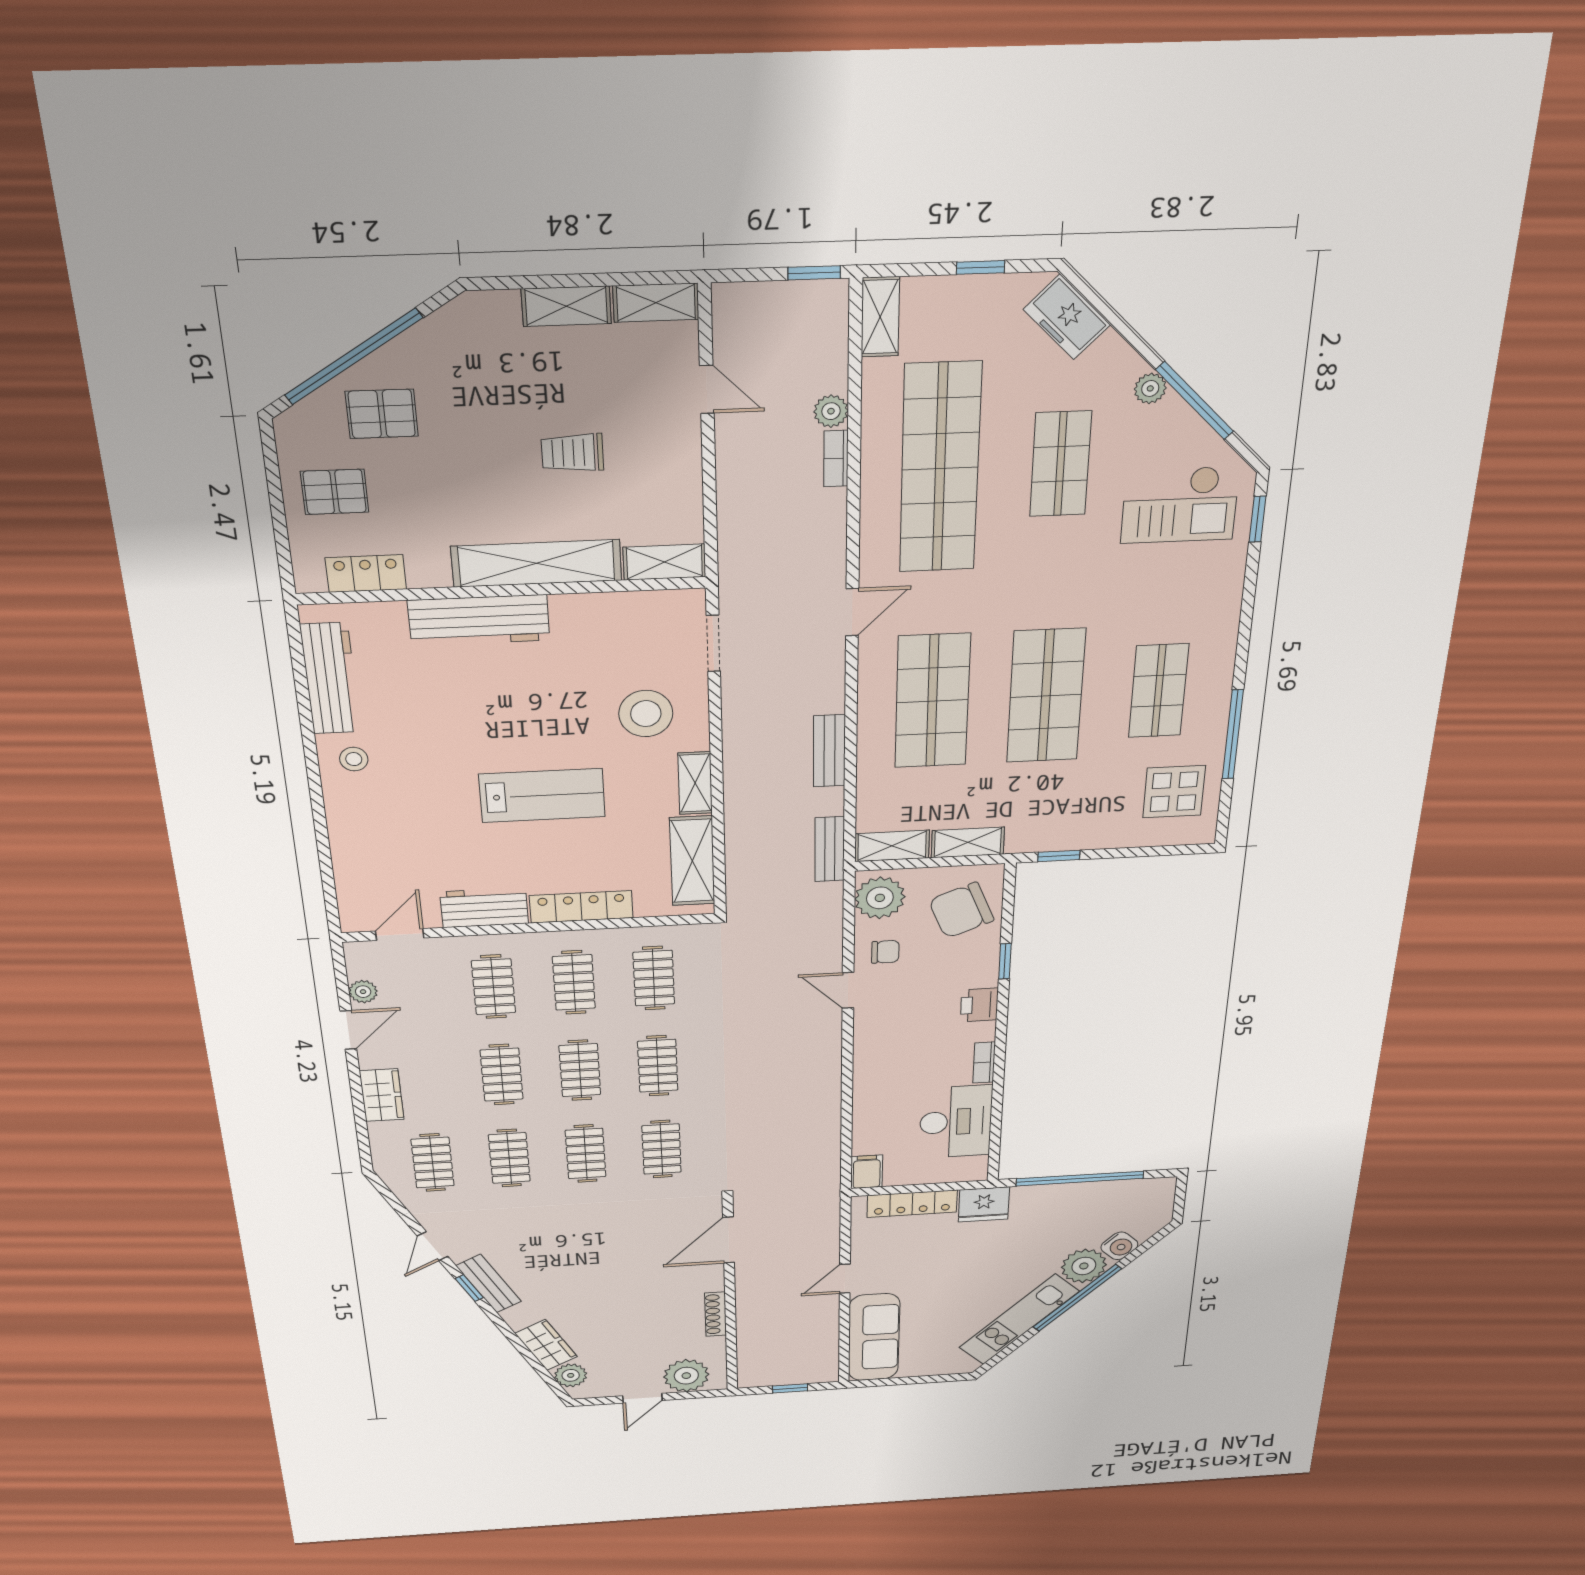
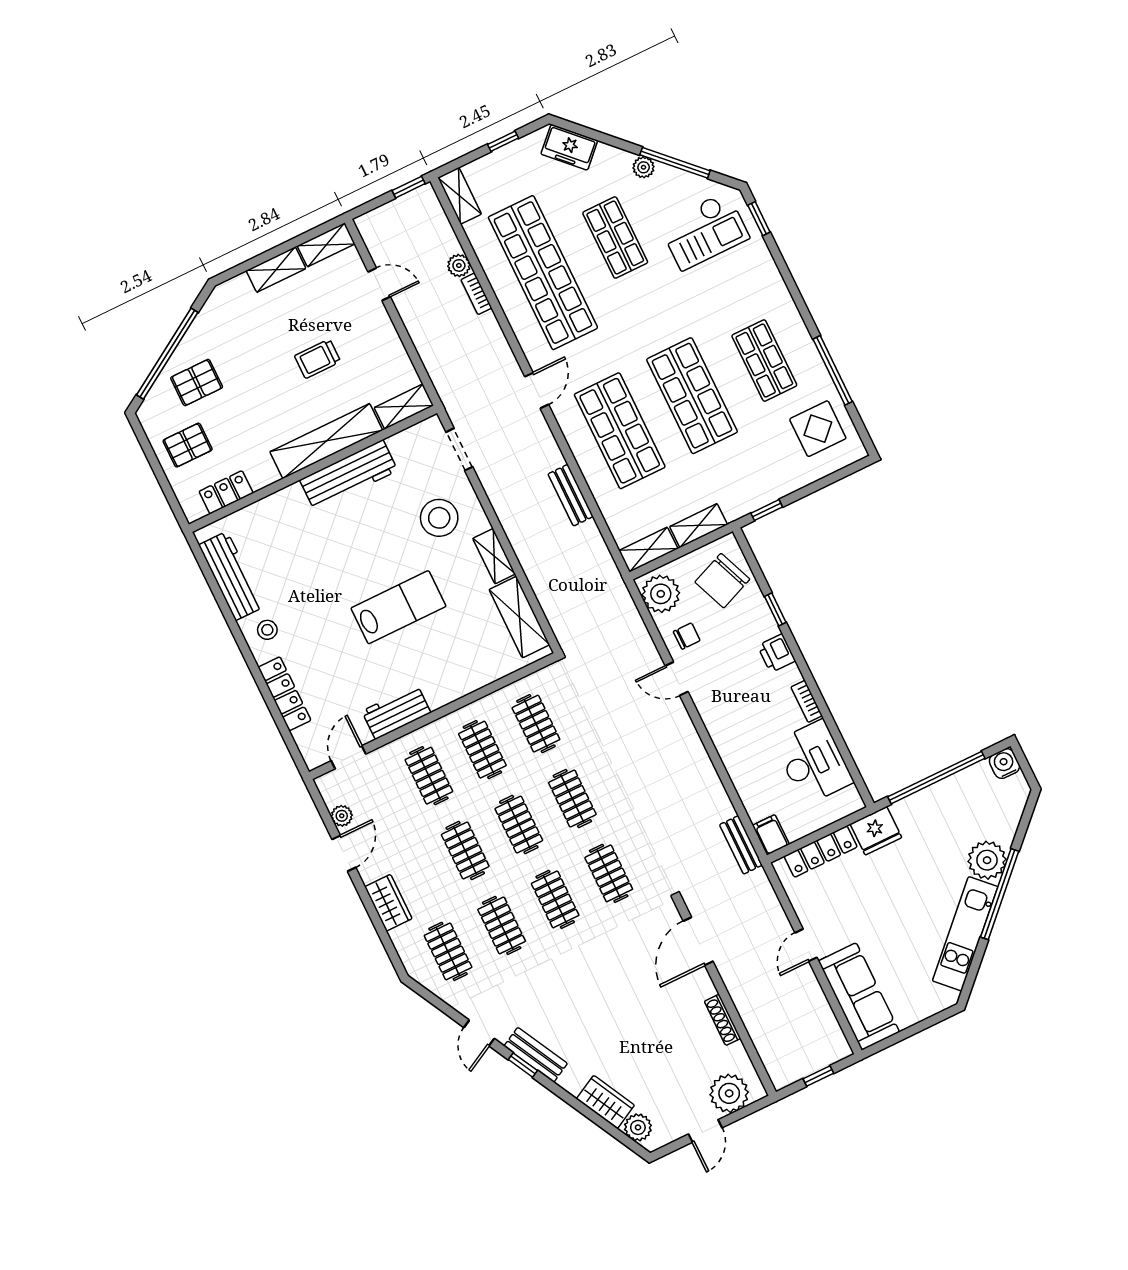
workbench: (479, 620) -> (349, 475), moved
bench: (830, 849) -> (741, 845), moved
locker: (581, 907) -> (284, 694), moved, turned 90
water cooler: (1119, 1246) -> (1004, 764), moved, turned -135

